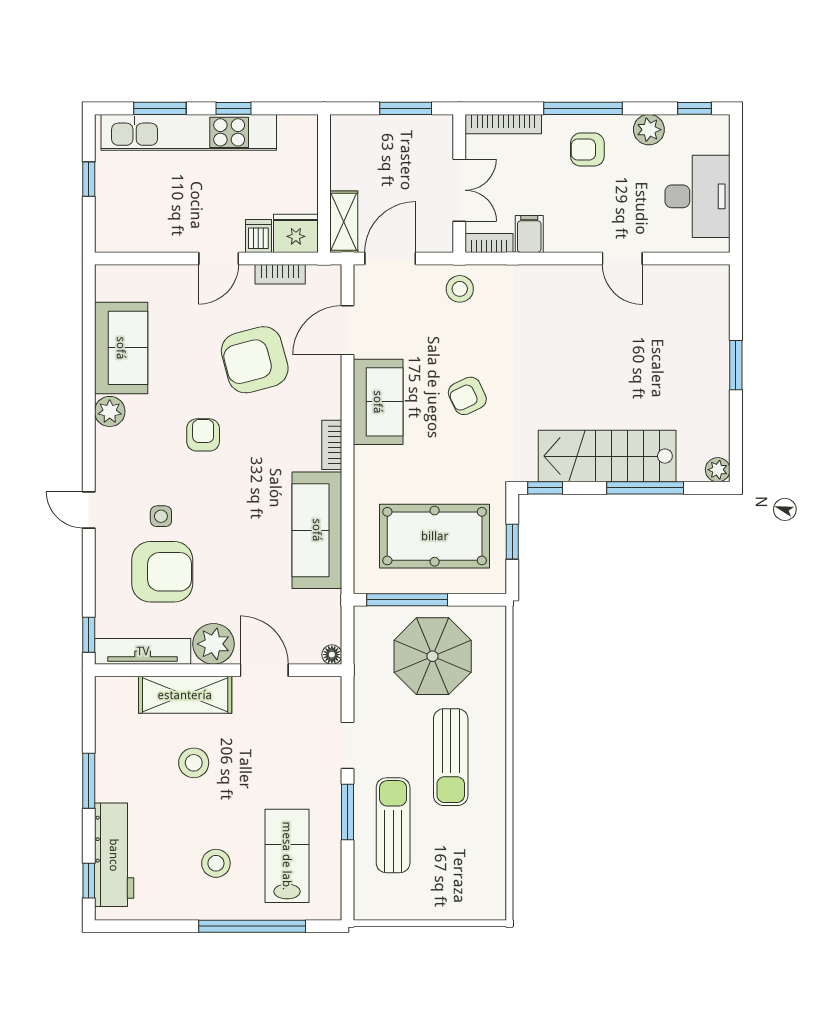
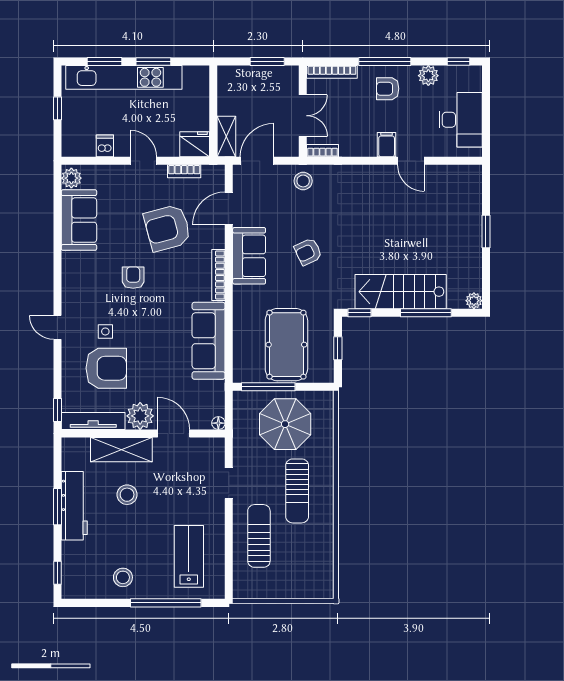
window: (233, 108) -> (153, 61), width x1.50
filing cabinet: (529, 234) -> (387, 145), moved
dishwasher: (258, 236) -> (105, 146), moved
door: (219, 258) -> (143, 161), swing flipped
plant: (110, 411) -> (71, 178), moved
bookcase: (332, 445) -> (218, 275), width x1.56
pool table: (435, 536) -> (286, 345), turned 90
window: (348, 812) -> (229, 527), removed
workbench: (114, 855) -> (74, 506), moved
stool: (216, 863) -> (123, 577), moved

